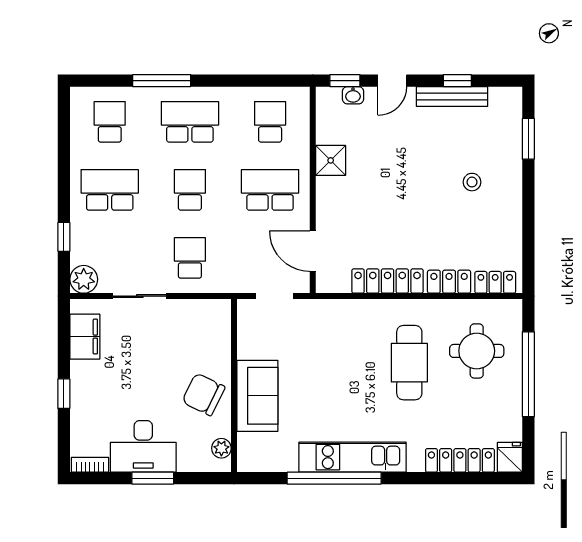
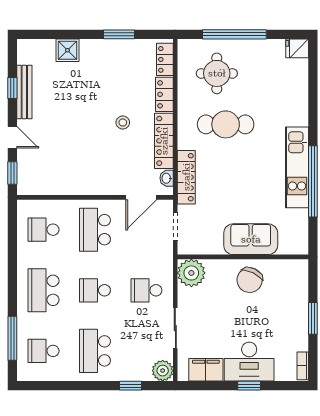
window: (162, 81) -> (12, 338), moved
washbasin: (353, 95) -> (167, 178), moved, turned 180
window: (528, 139) -> (119, 34), moved
shower: (331, 160) -> (67, 50), moved
stool: (472, 182) -> (123, 123), moved
desk: (143, 446) -> (249, 362), moved, turned 90
plant: (221, 448) -> (191, 273), moved, width x1.88, depth x1.88
locker: (460, 460) -> (186, 177), moved, turned 180

